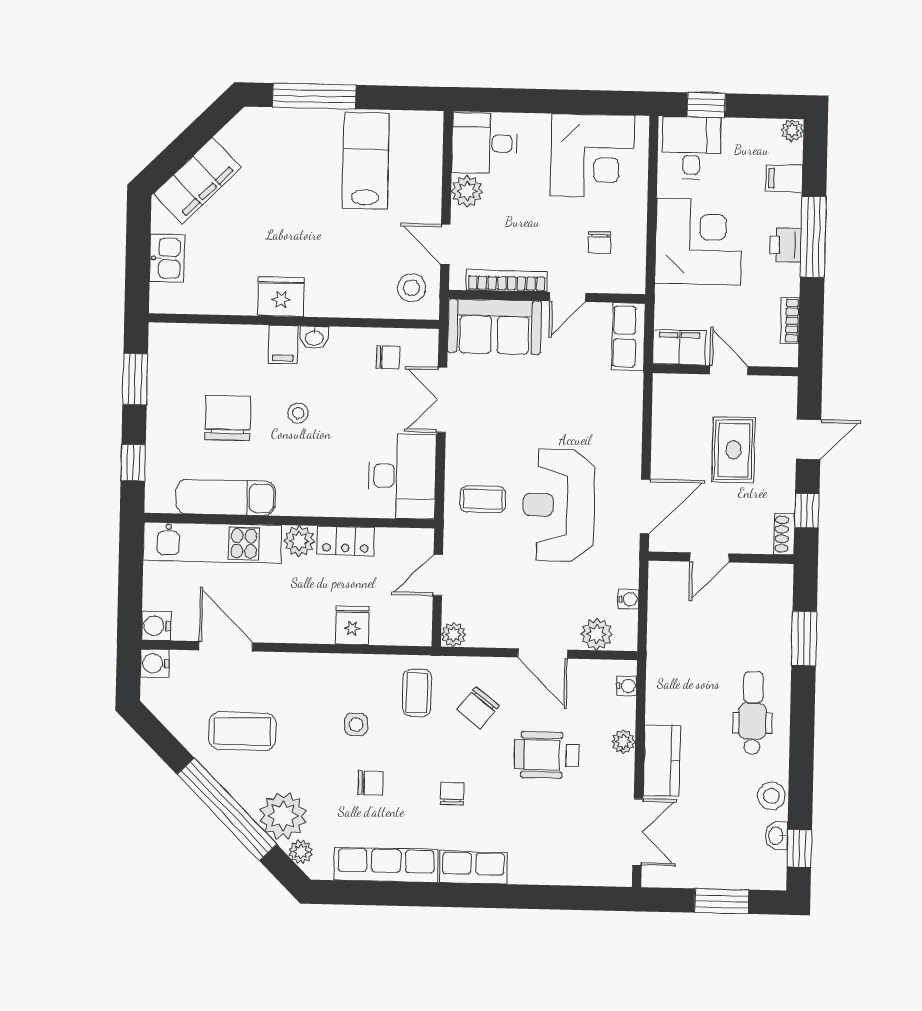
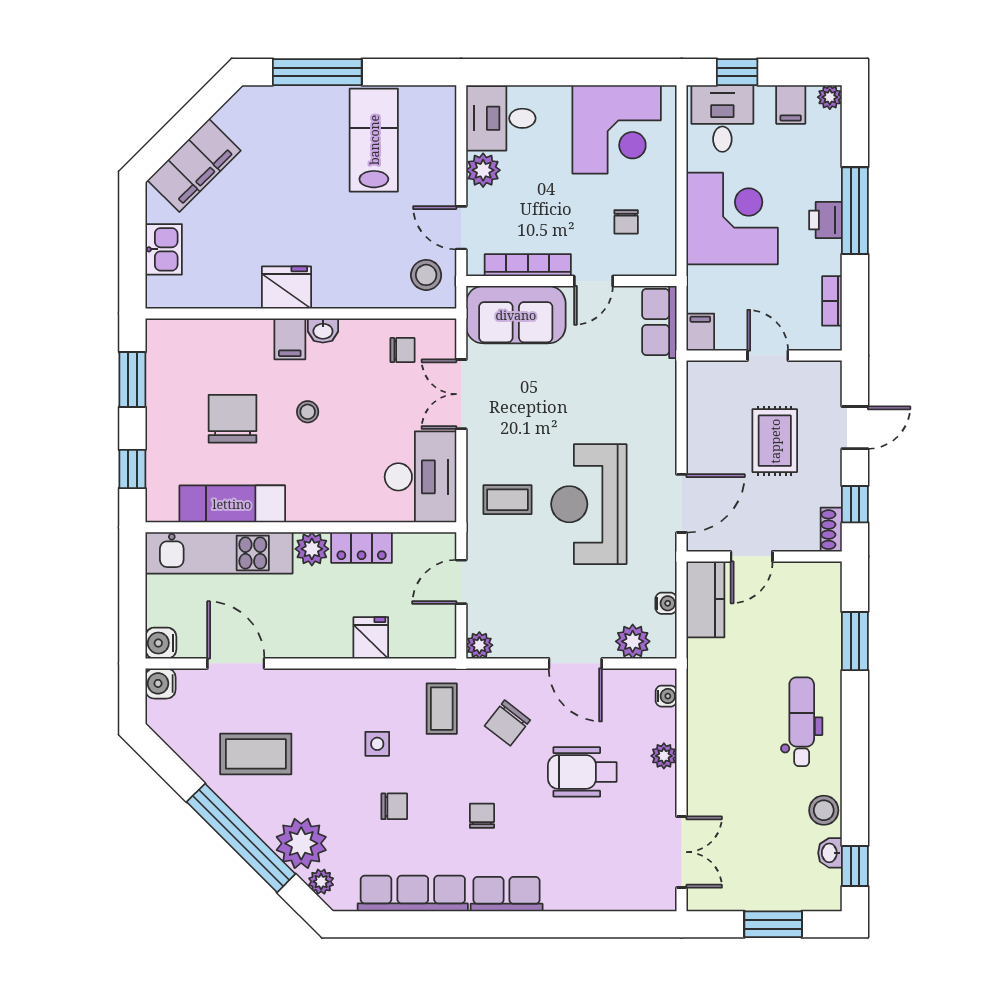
filing cabinet: (784, 178) -> (791, 104), moved, turned -90
filing cabinet: (679, 347) -> (700, 332), width x0.50
kitchen counter: (662, 761) -> (705, 599), moved

